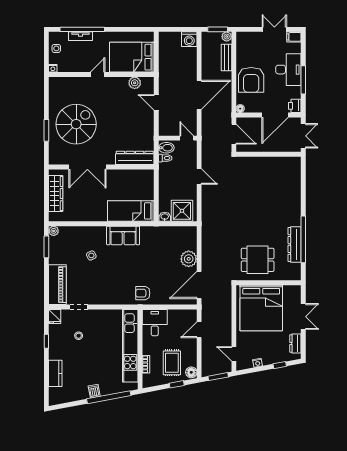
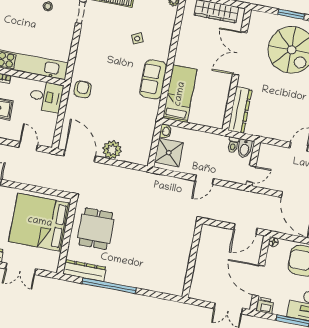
wall: (269, 154) -> (192, 260), moved
dresser: (295, 244) -> (84, 271), moved

